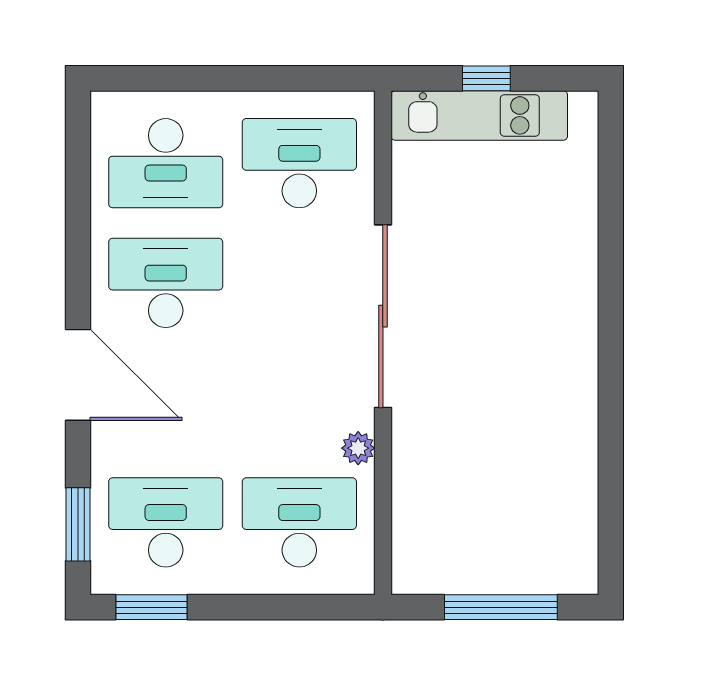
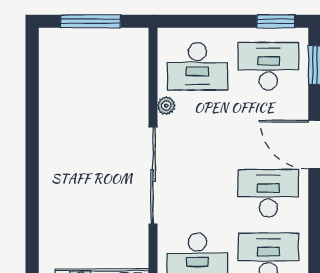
desk: (166, 283) -> (268, 193), turned 180
desk: (166, 522) -> (268, 66), turned 180

